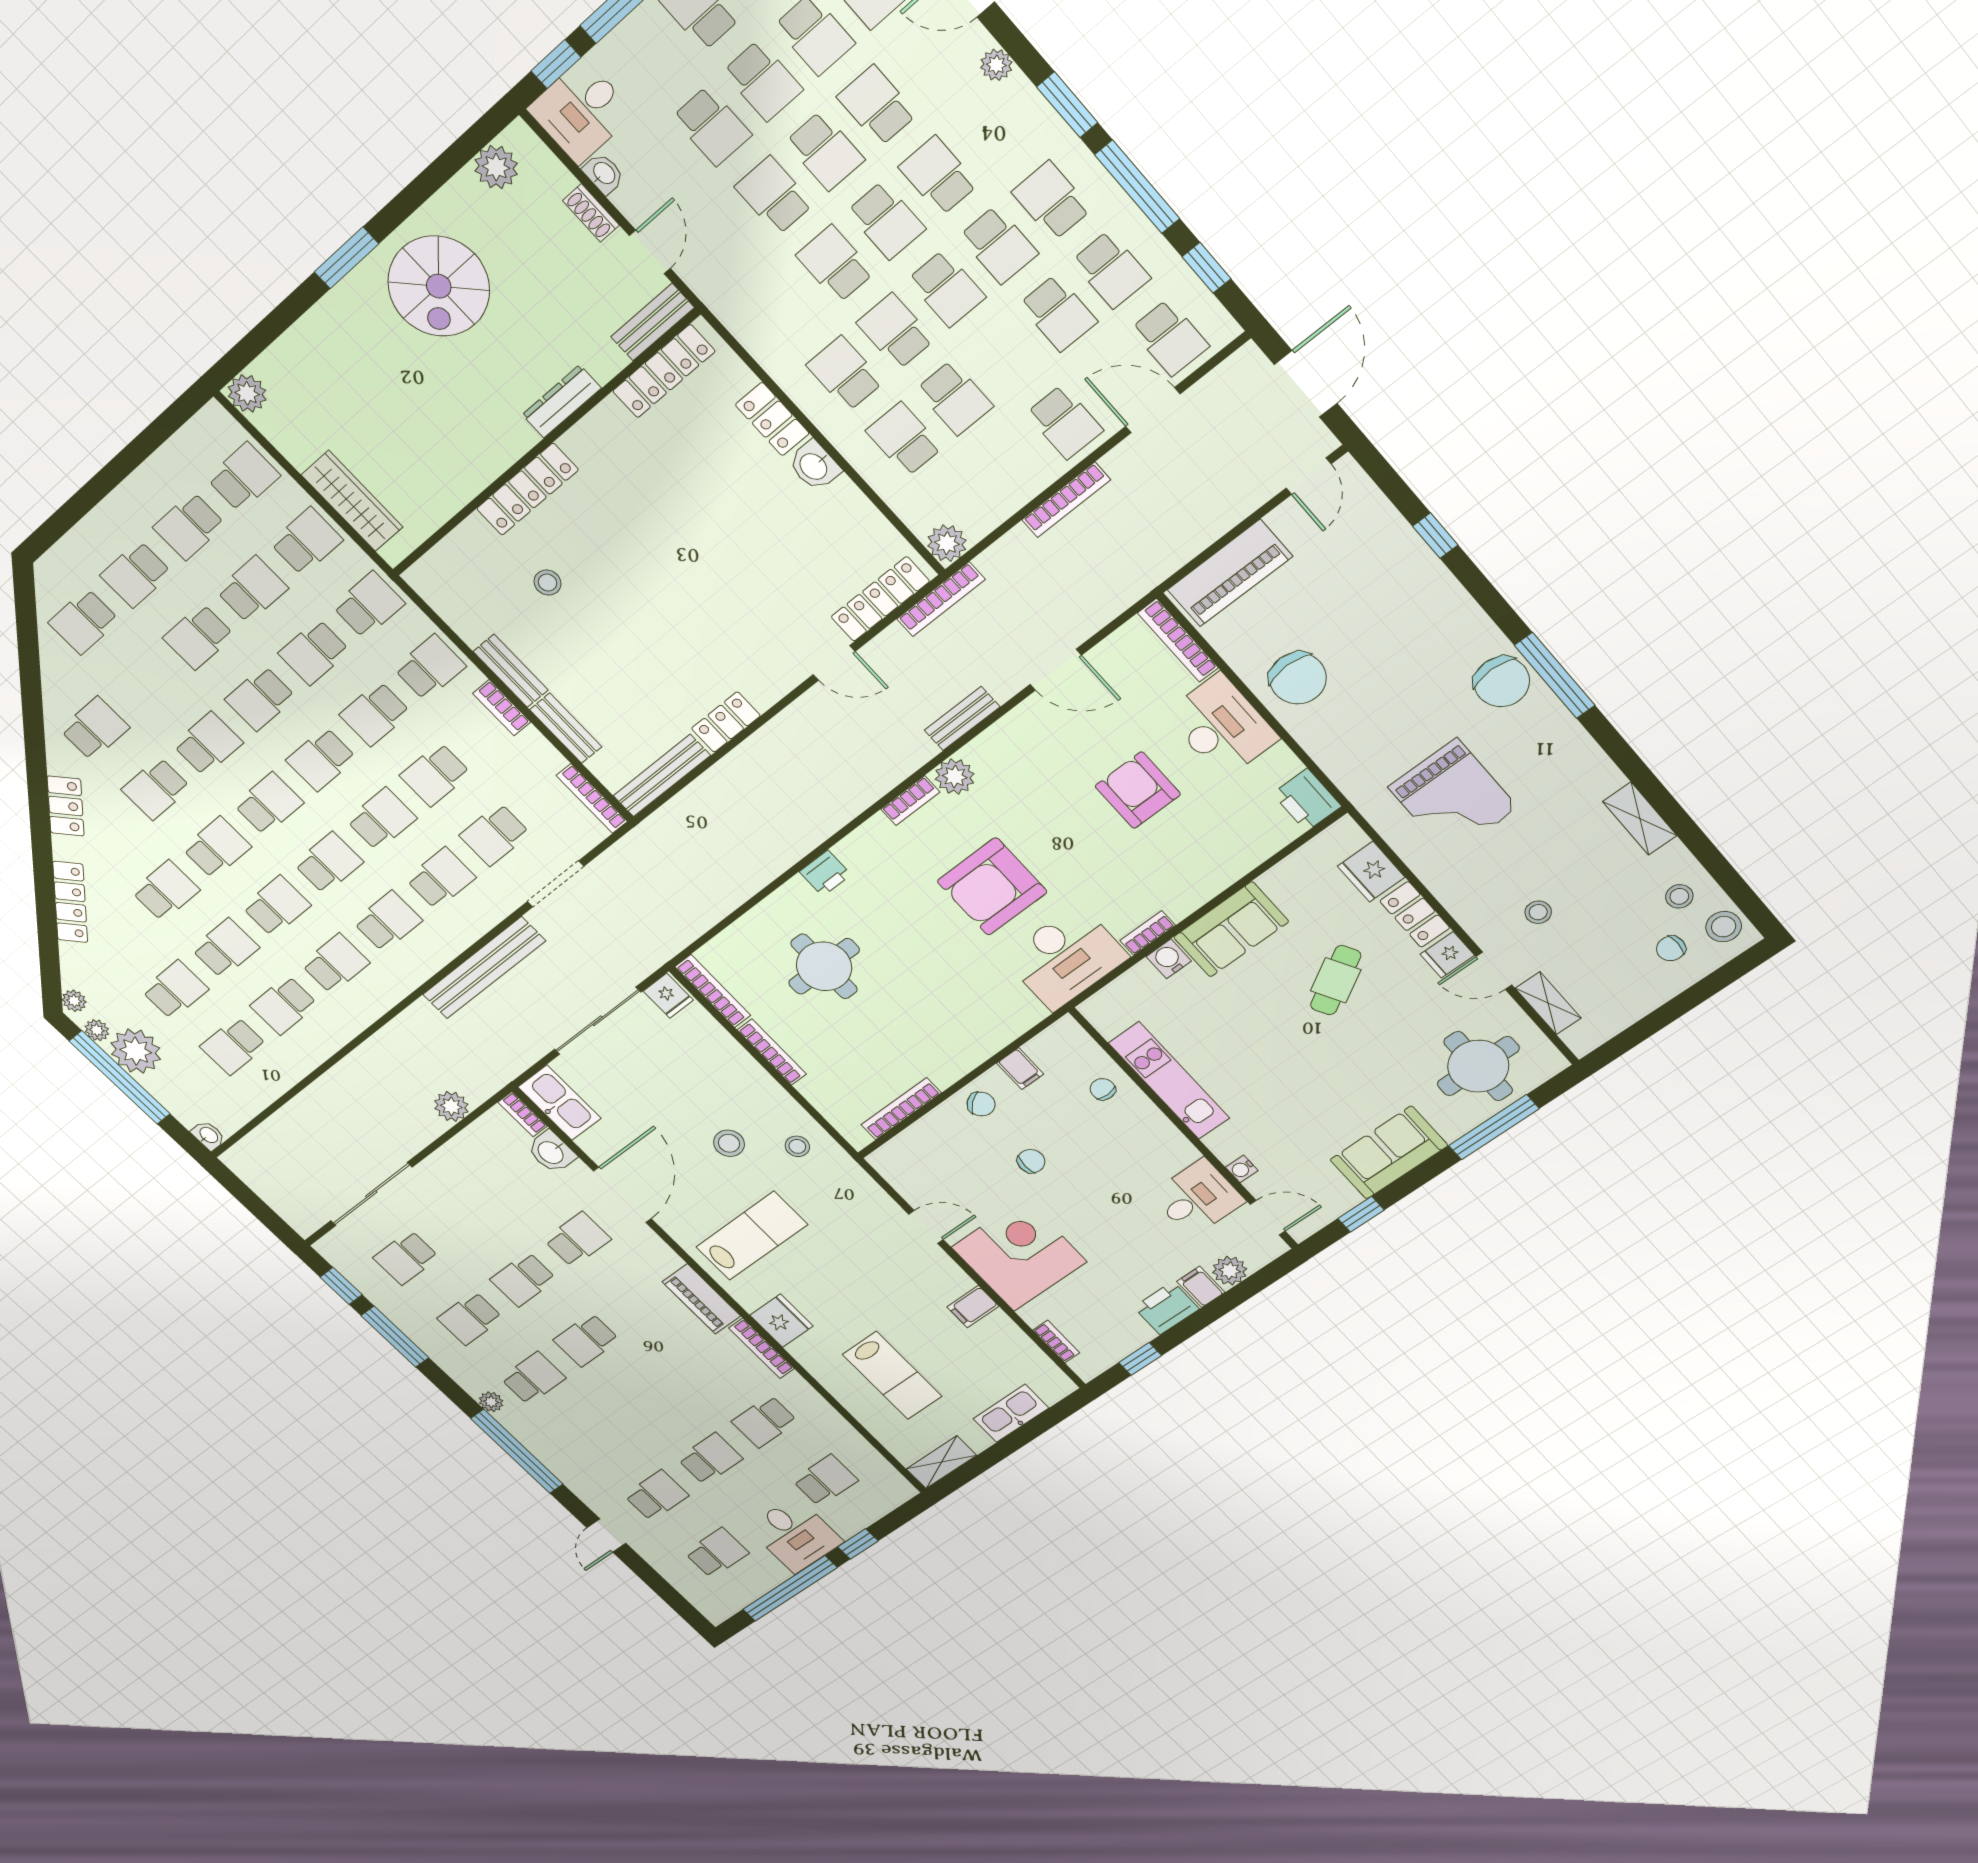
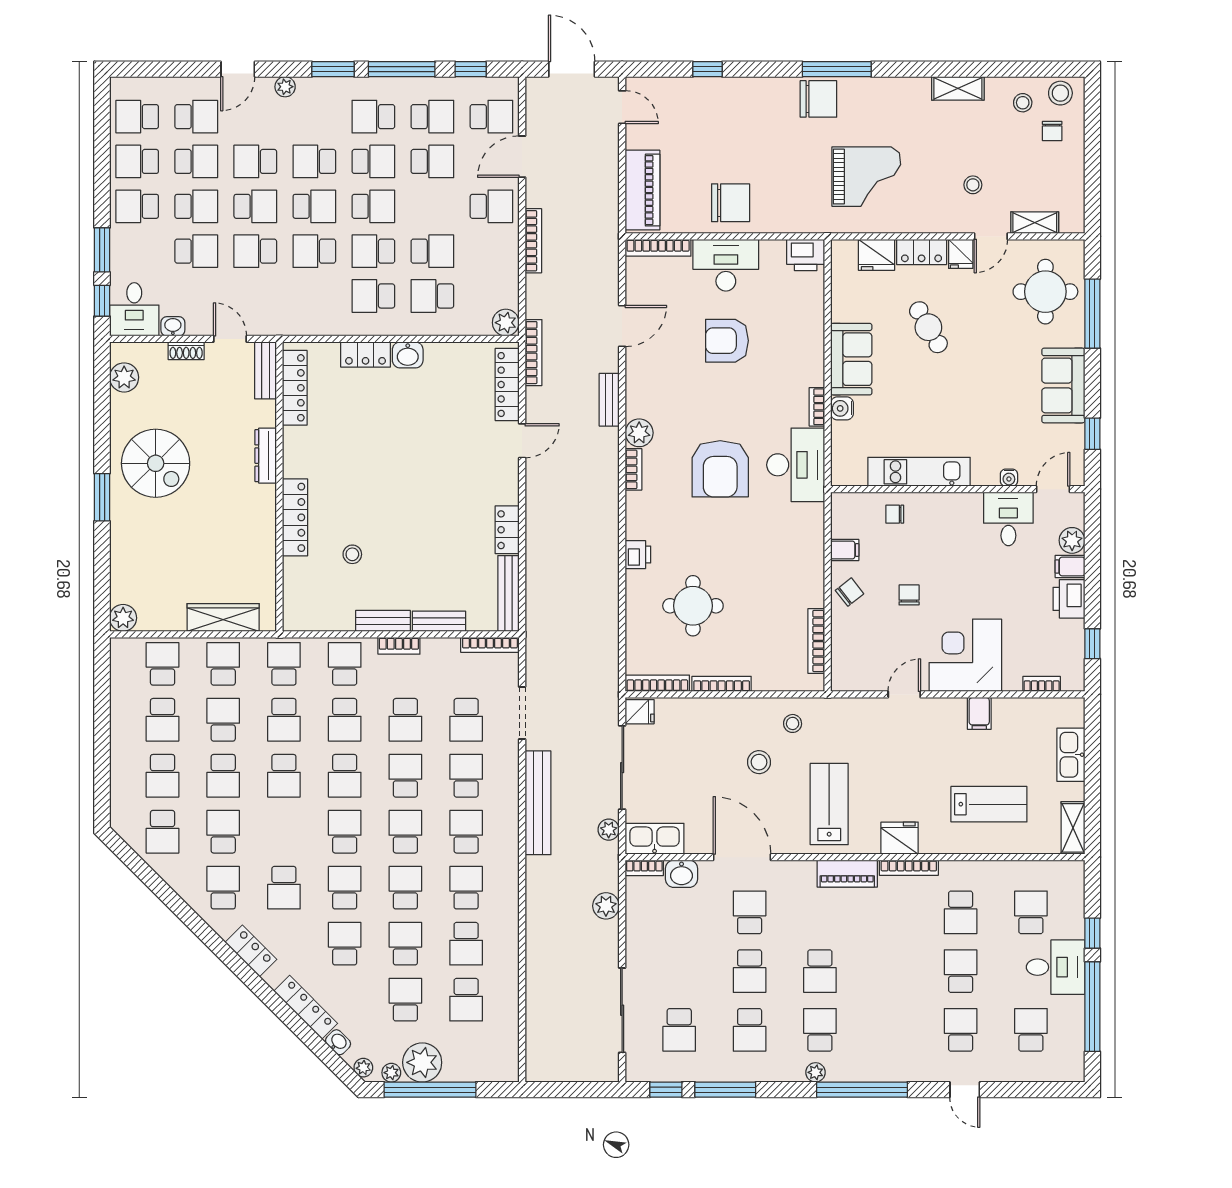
school desk: (208, 744) -> (223, 832), moved
plant: (525, 1054) -> (609, 830), added
washbasin: (208, 1135) -> (338, 1042), moved, turned 45

